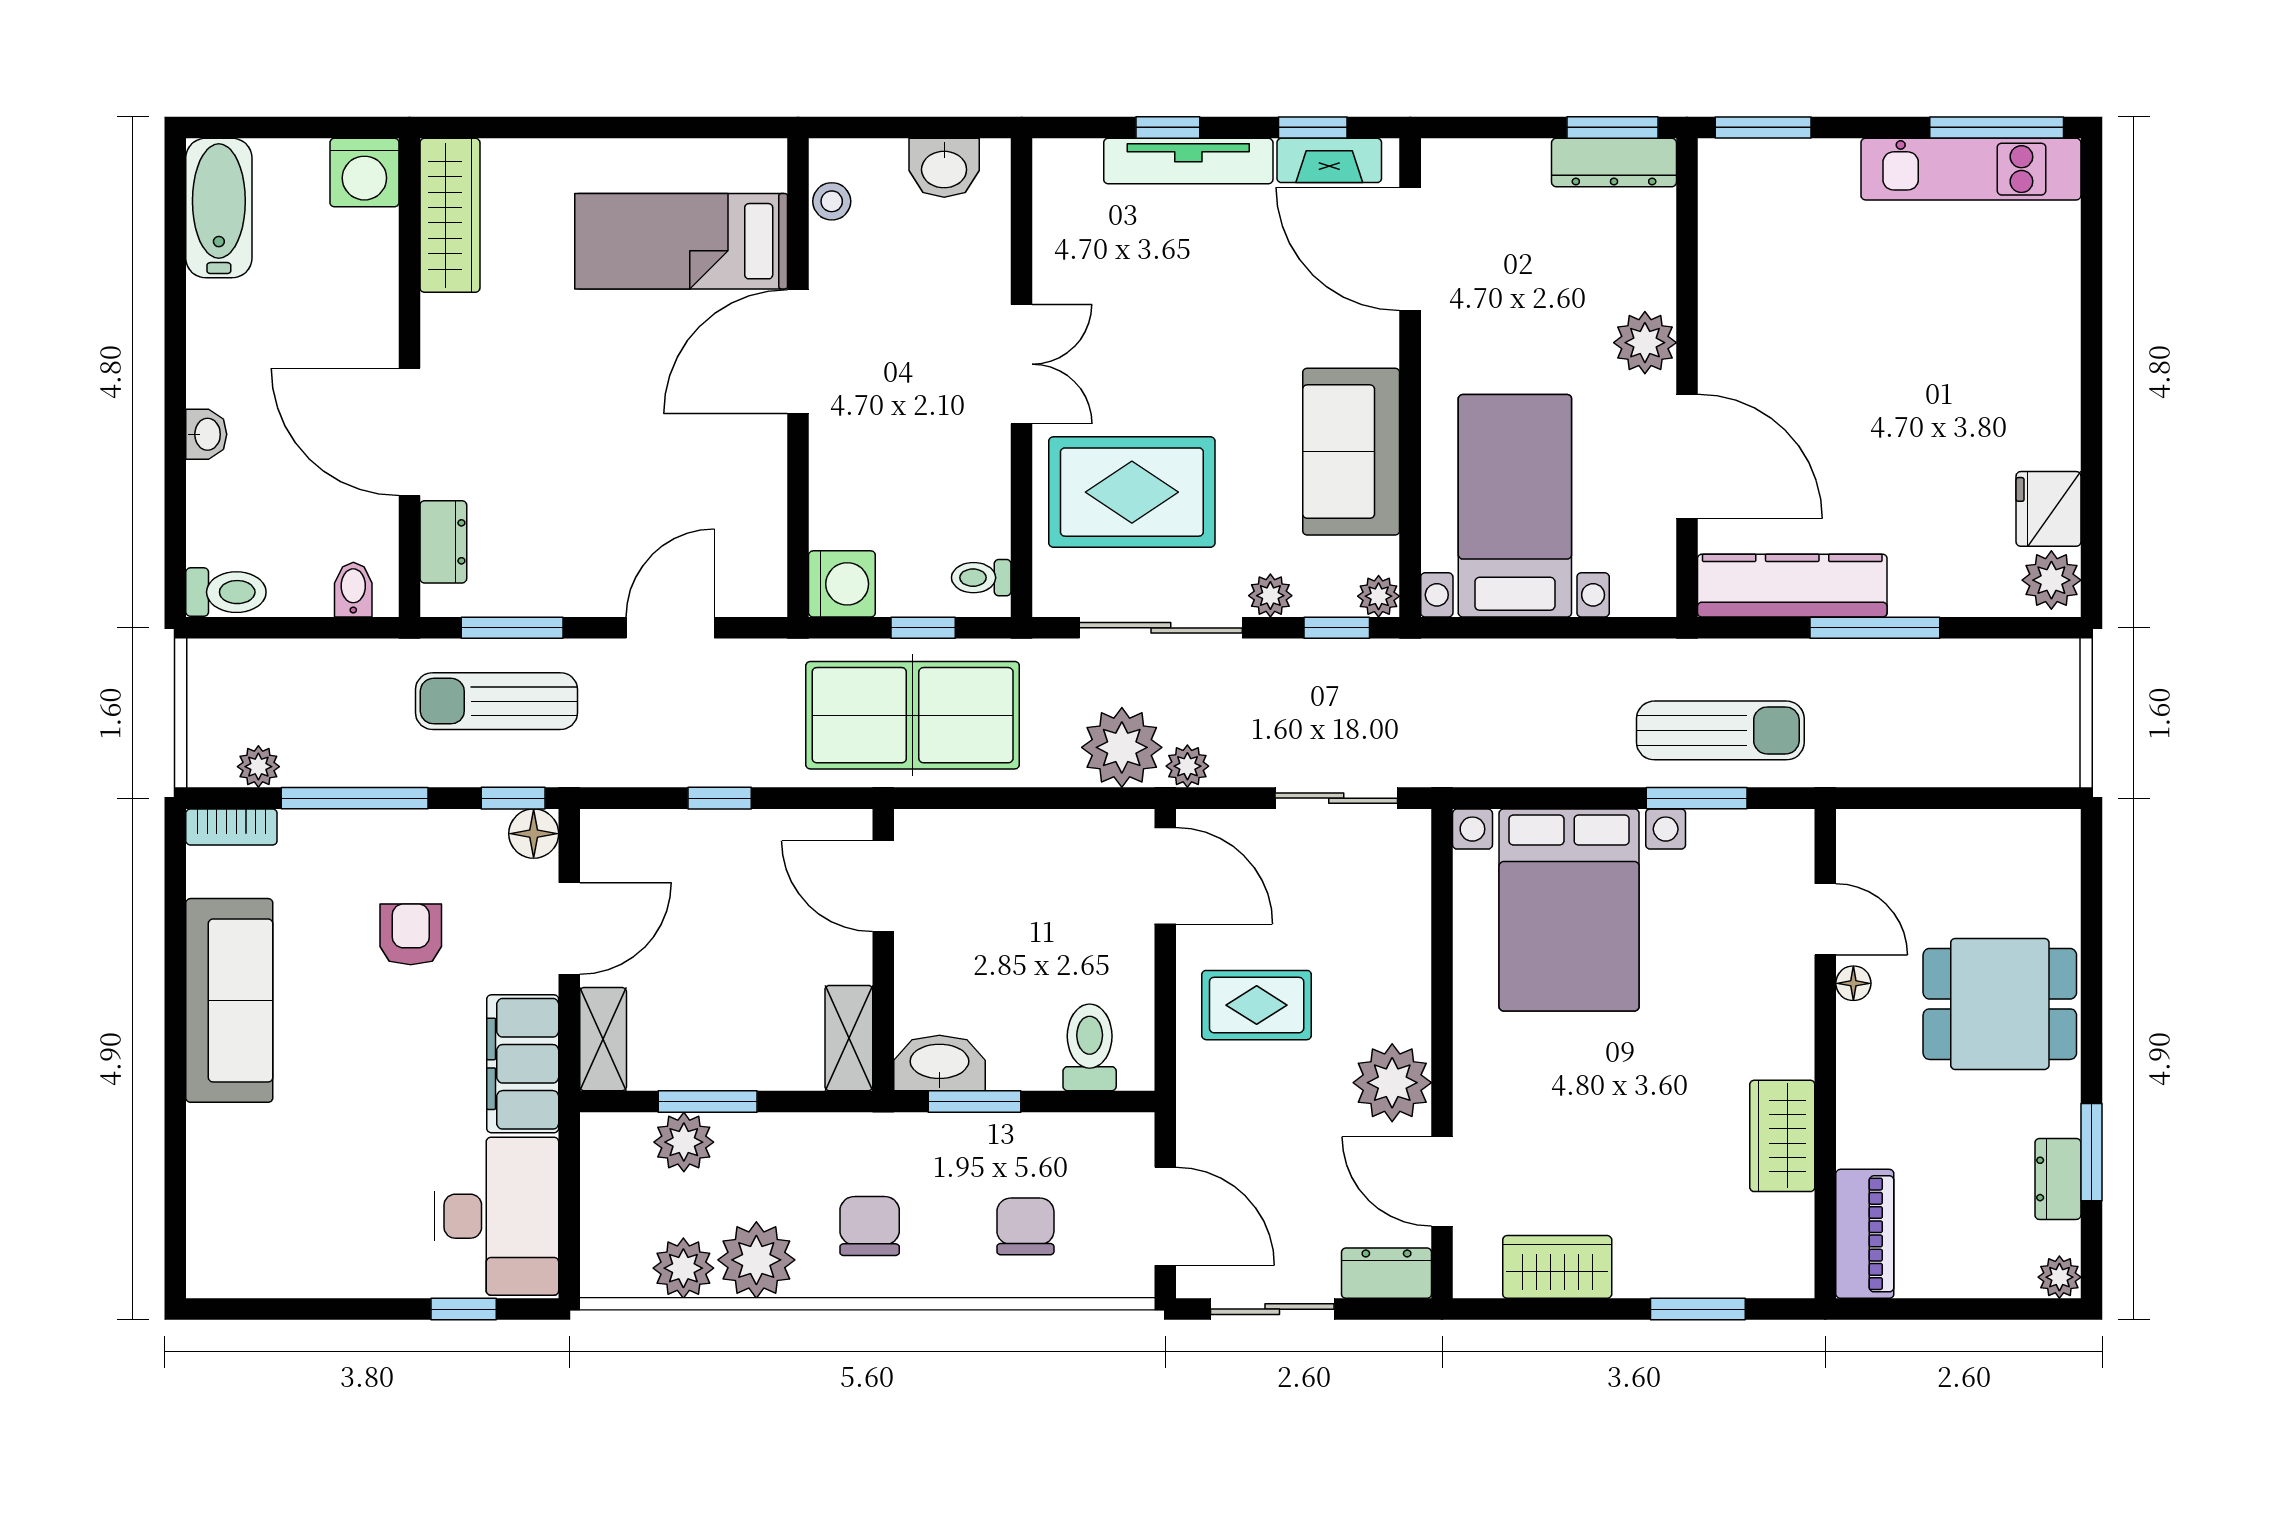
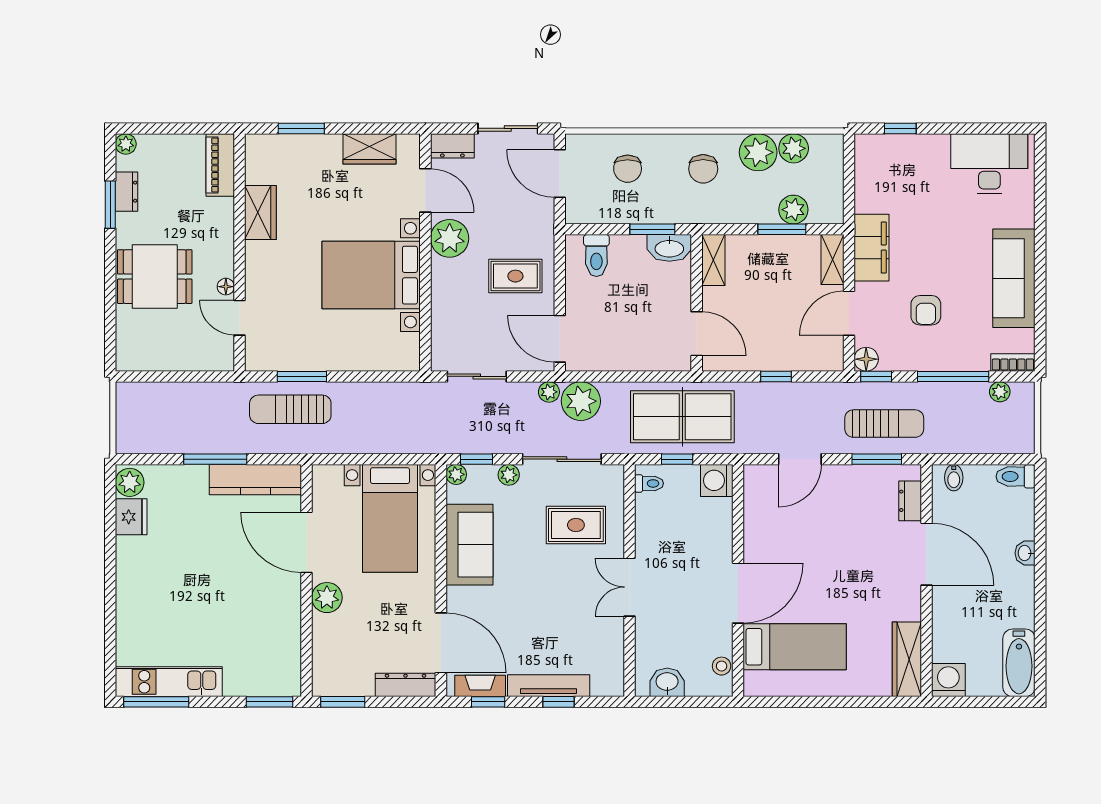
dresser: (1614, 162) -> (406, 685), moved
rug: (1132, 492) -> (576, 525), width x0.73, depth x0.70
bed with nightstands: (1569, 910) -> (371, 275), moved, turned -90
desk: (496, 1216) -> (989, 164), moved, turned 90

